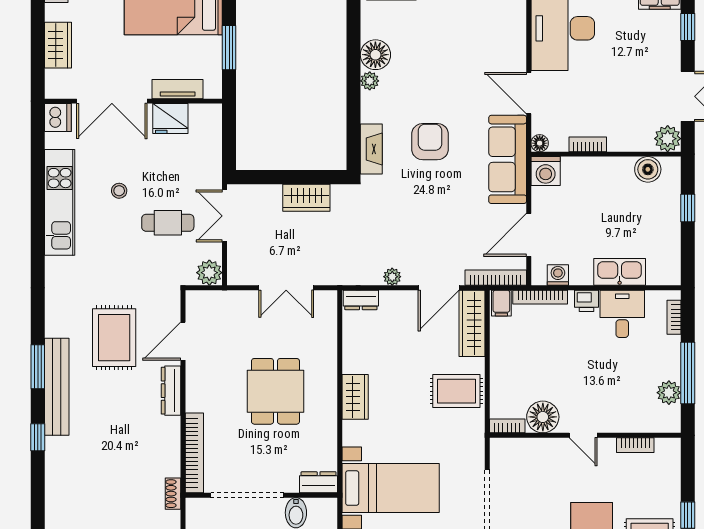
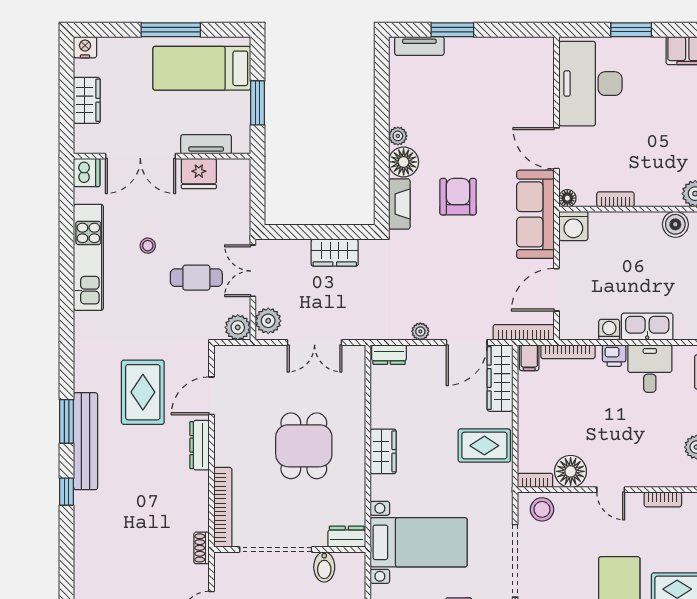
floor lamp: (375, 55) -> (404, 162), moved
plant: (240, 266) -> (268, 321), added
washing machine: (558, 275) -> (609, 330), moved
stool: (514, 455) -> (542, 509), added

